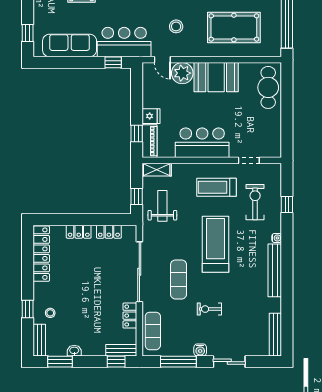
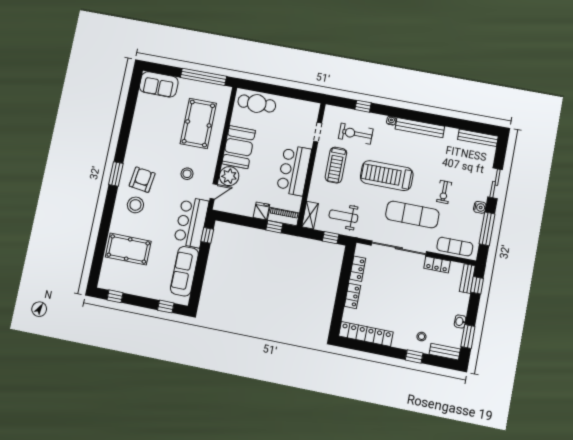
exercise mat: (179, 279) -> (412, 215), width x1.36, depth x1.45

